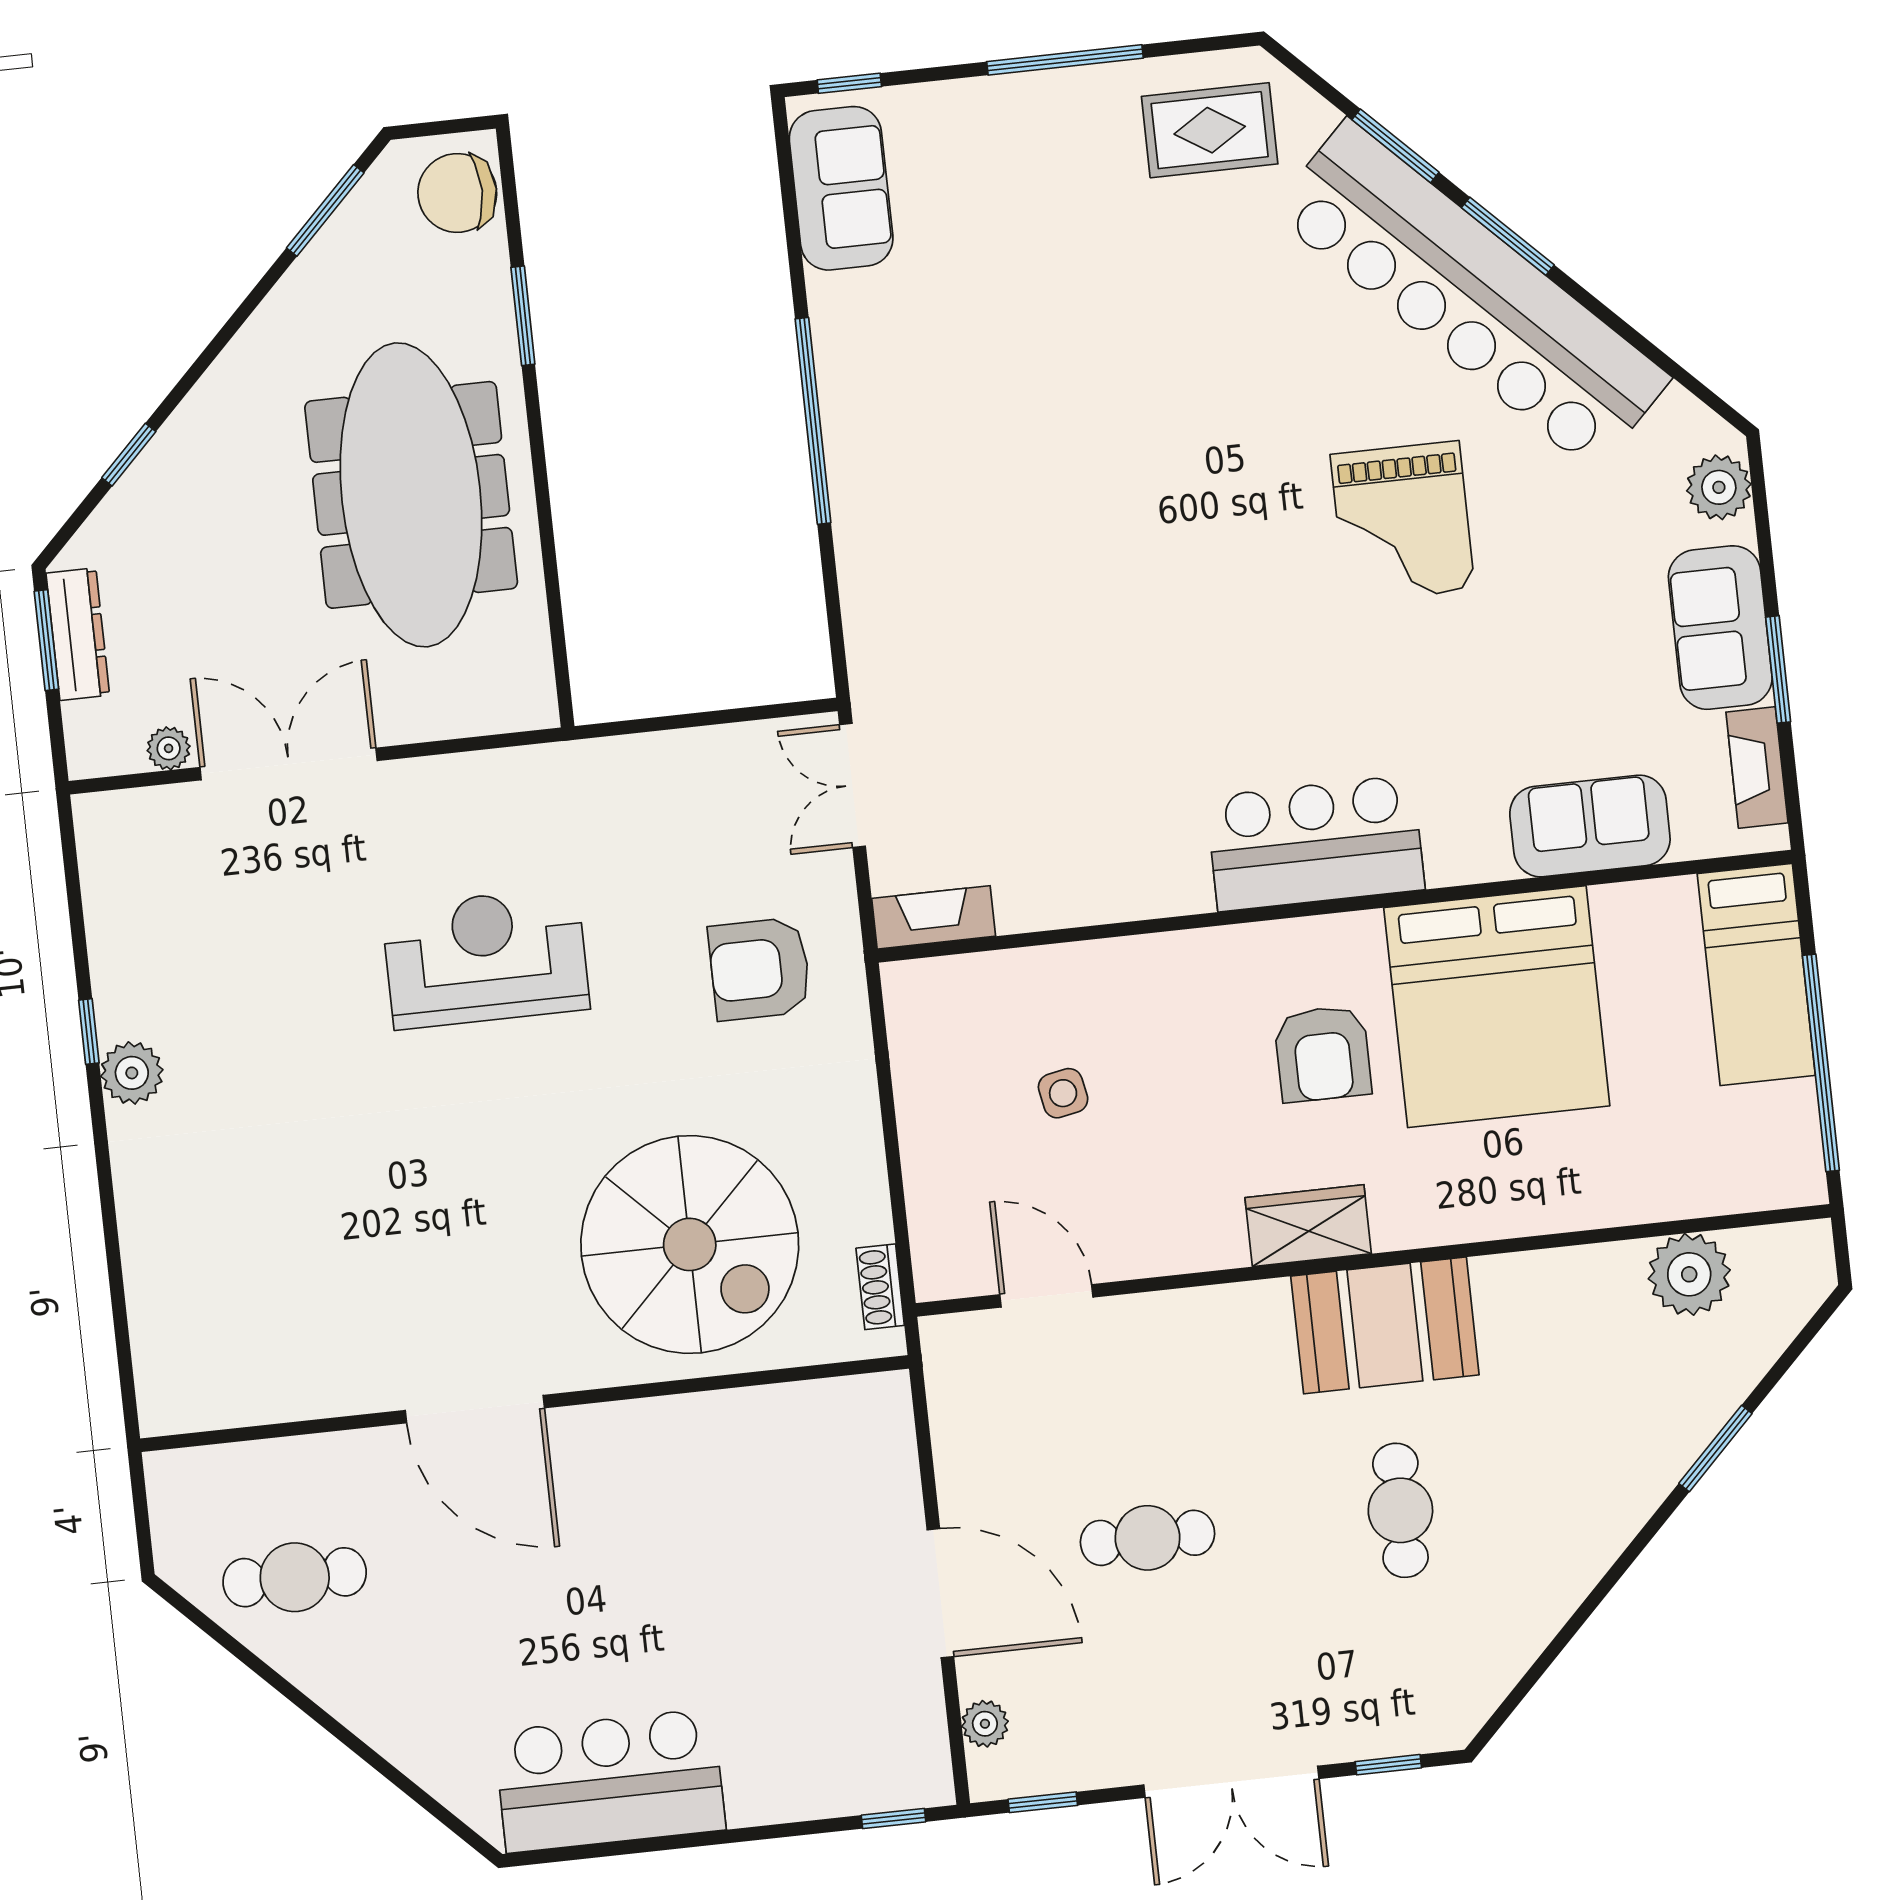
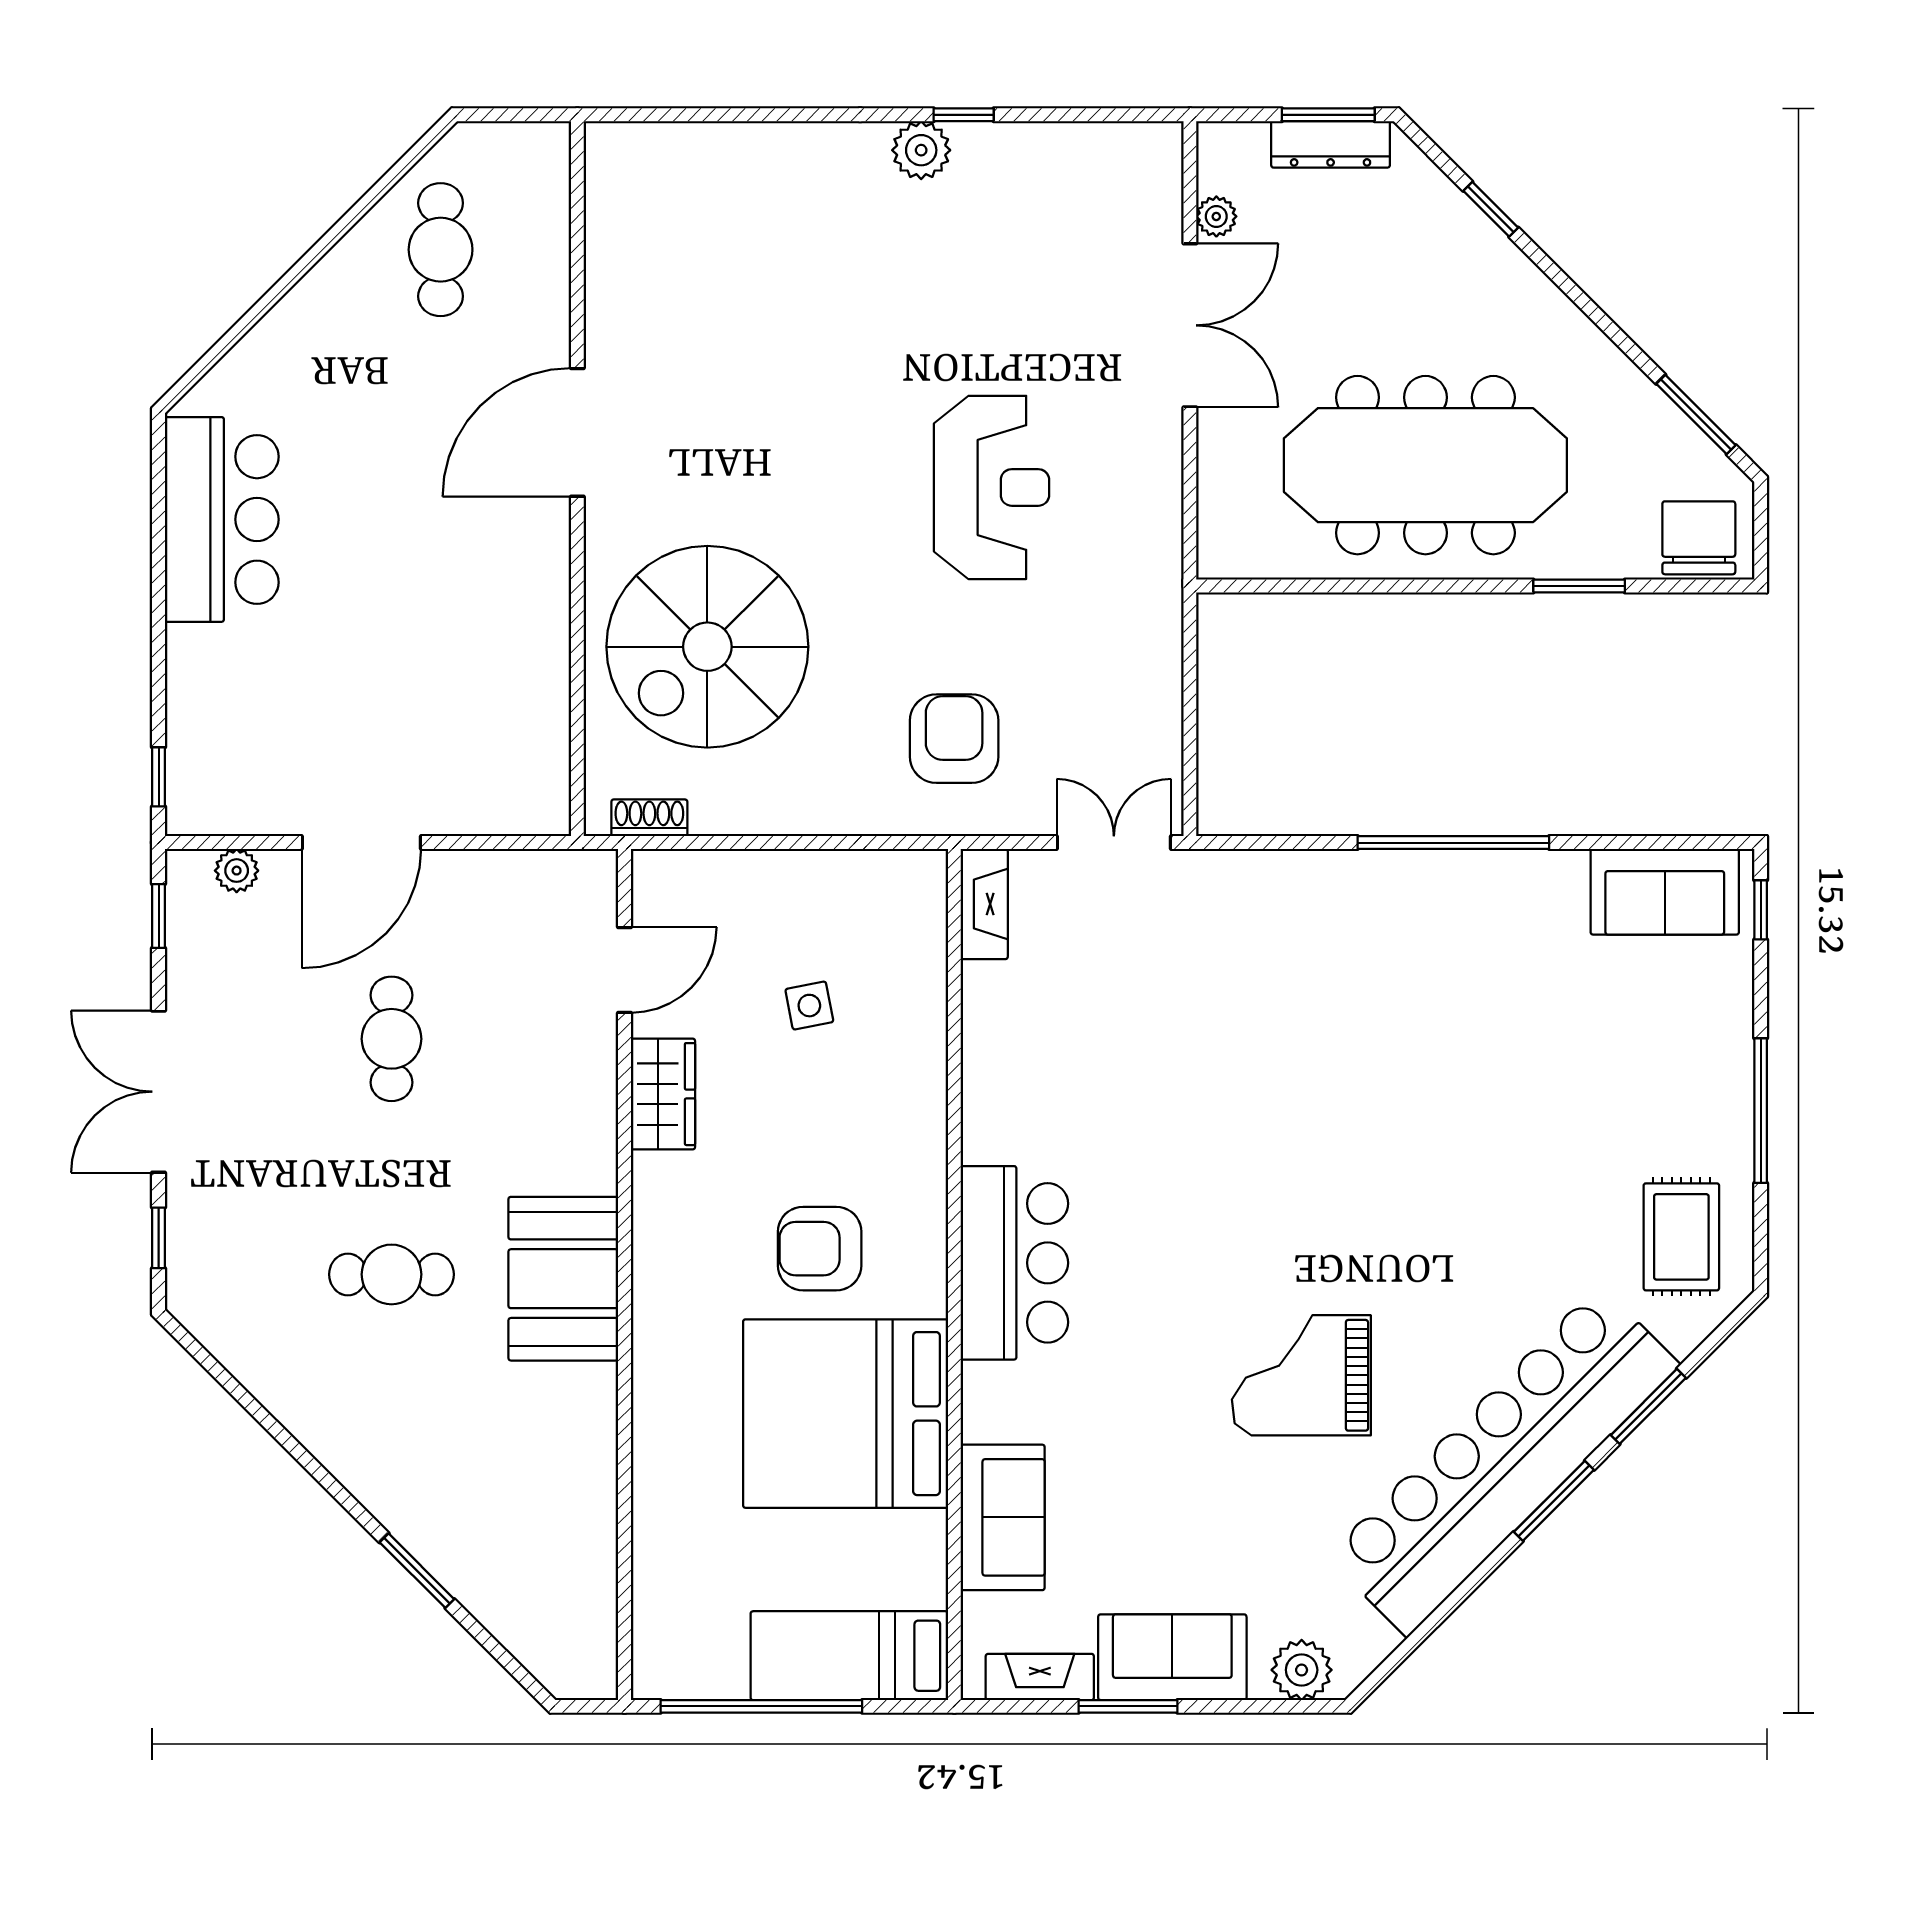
wardrobe: (1308, 1226) -> (663, 1094), moved
plant: (1689, 1274) -> (580, 1564), removed

